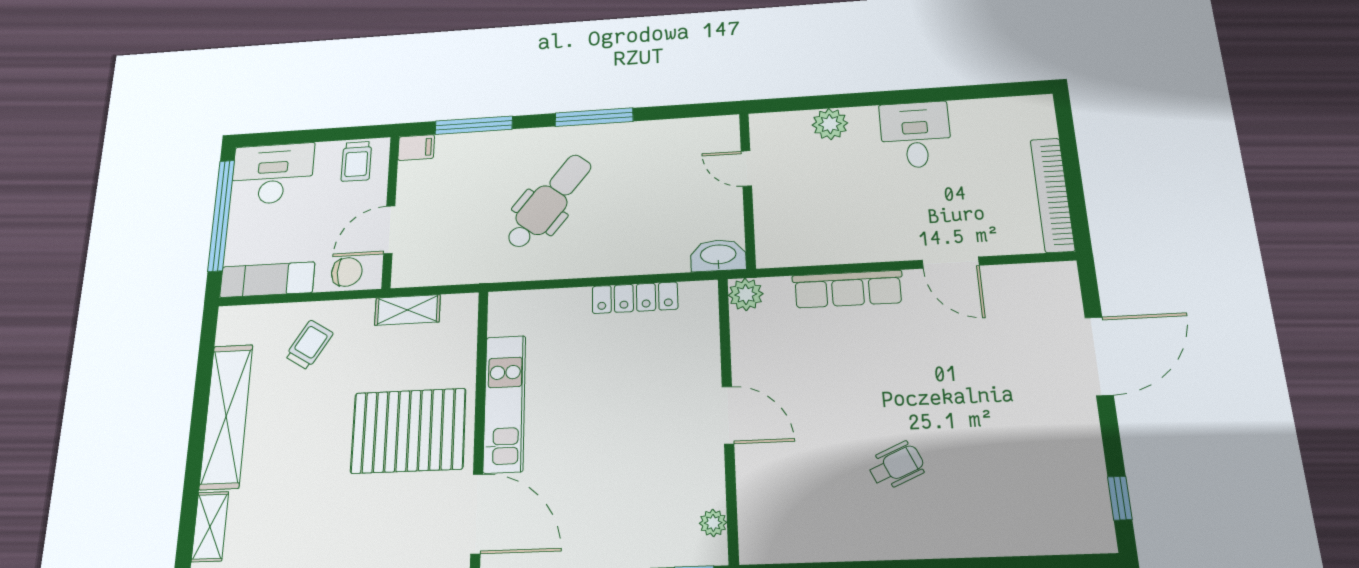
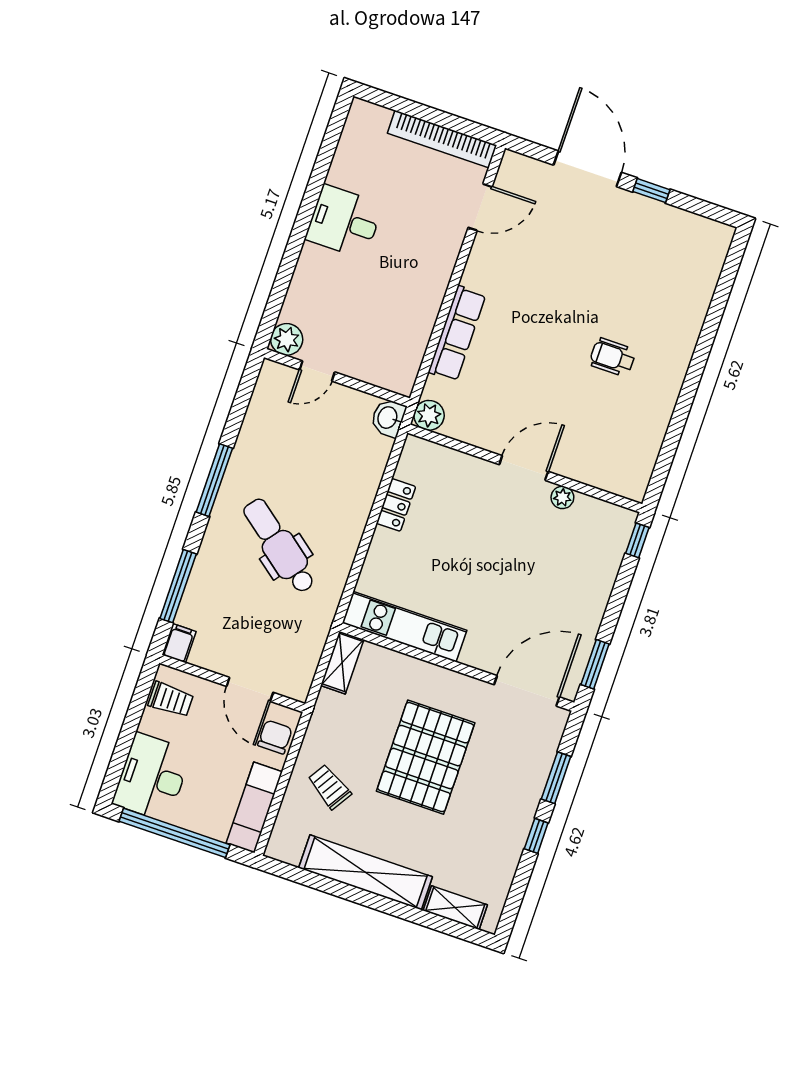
plant: (830, 124) -> (287, 339), moved
washbasin: (718, 255) -> (388, 418), width x0.72
door: (951, 263) -> (480, 207), moved
locker: (635, 298) -> (396, 505), width x0.66
shelving: (408, 310) -> (342, 663), moved
kitchen unit: (504, 403) -> (404, 627), moved
pallet: (408, 431) -> (426, 757), moved
wheelchair: (896, 466) -> (613, 357), turned -66
window: (1120, 498) -> (651, 191), moved
plant: (713, 523) -> (562, 497), moved

